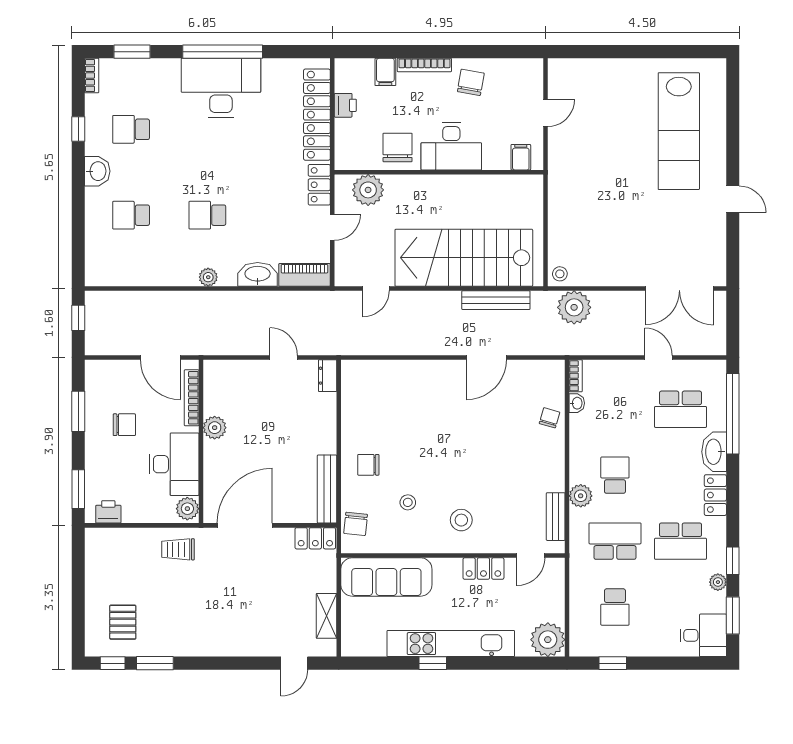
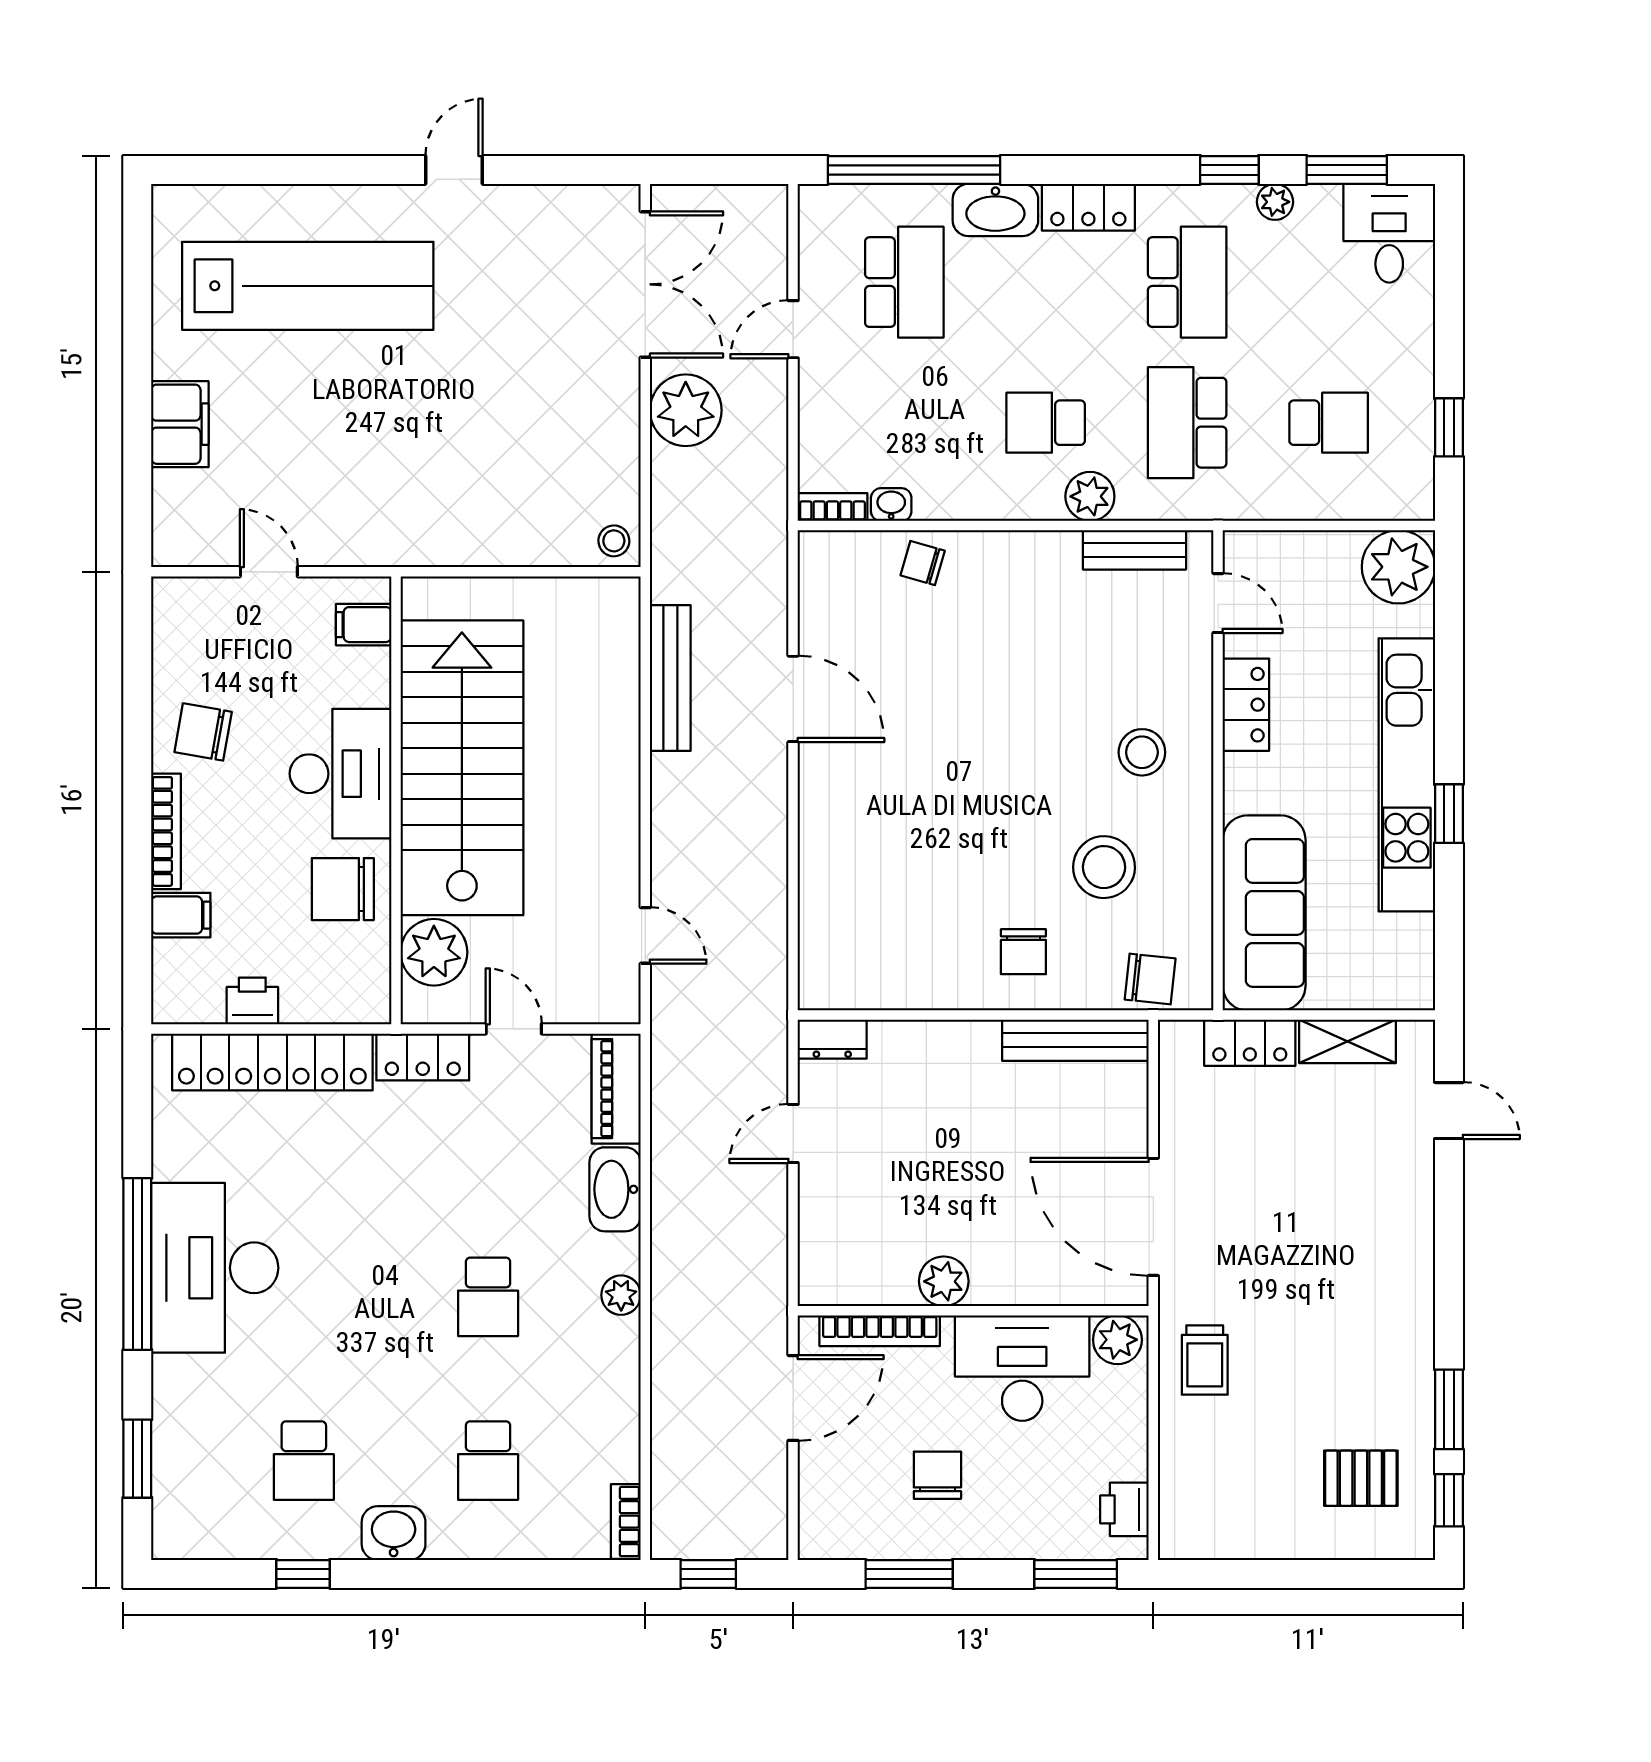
filing cabinet: (614, 72) -> (180, 424), added
bookcase: (92, 76) -> (626, 1522), moved, turned -90
stairs: (464, 258) -> (462, 768), moved, turned 180
plant: (574, 307) -> (686, 410), moved
stool: (408, 502) -> (1104, 867), width x1.89, depth x1.89
locker: (315, 538) -> (1250, 1043), moved, turned 90

